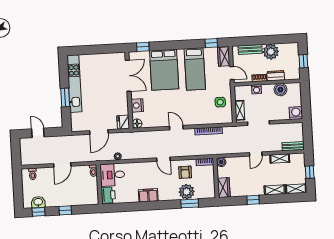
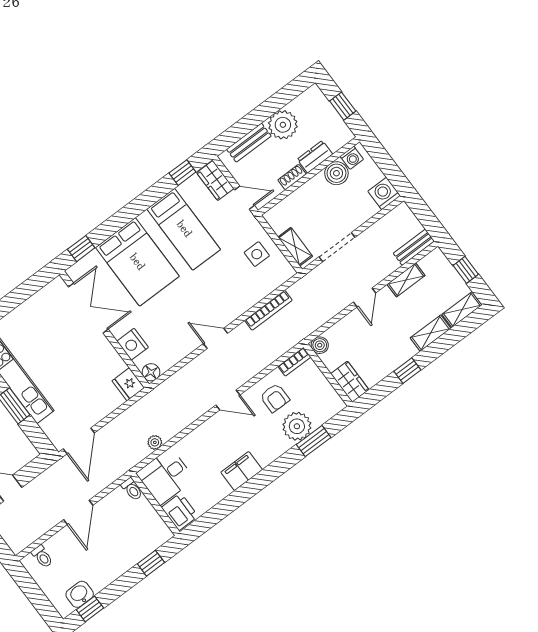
washing machine: (257, 89) -> (352, 158), moved
door: (99, 132) -> (79, 441), moved
window: (65, 210) -> (151, 563), moved

